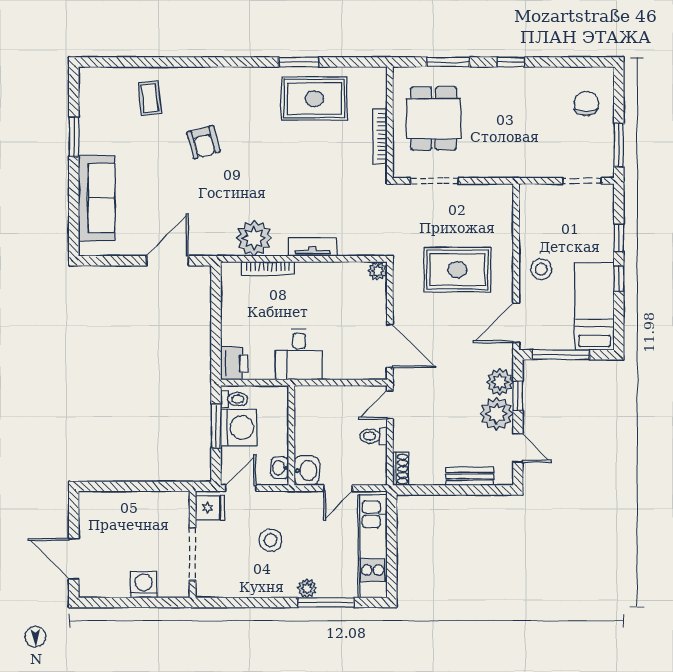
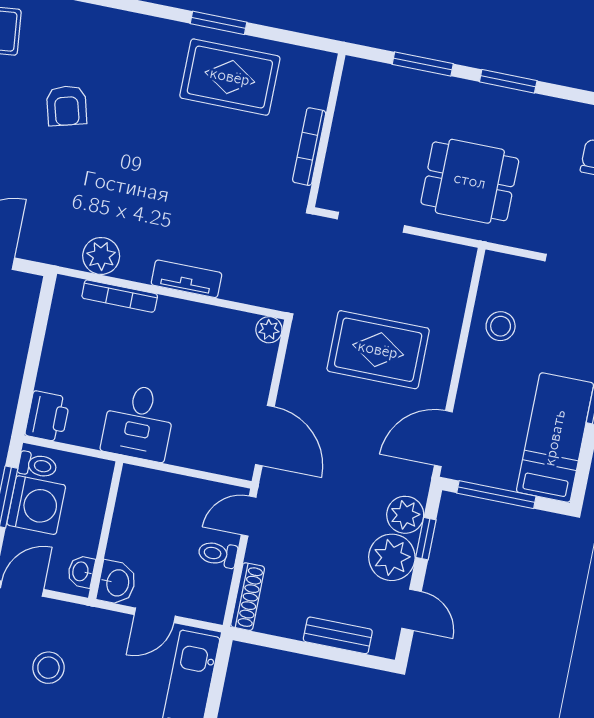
window: (511, 62) -> (508, 81), width x1.50
dining table: (434, 119) -> (470, 181), moved, turned 90
plant: (254, 238) -> (101, 256), width x0.73, depth x0.73
stool: (541, 269) -> (501, 326), moved
shoe rack: (401, 469) -> (248, 597), width x1.43

